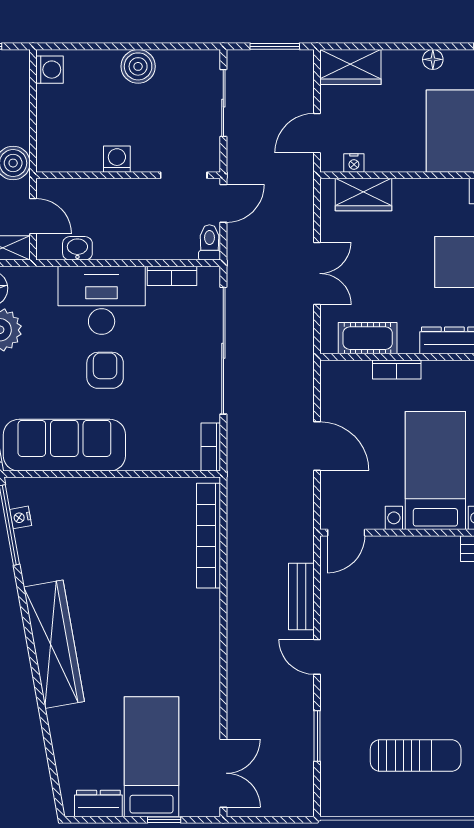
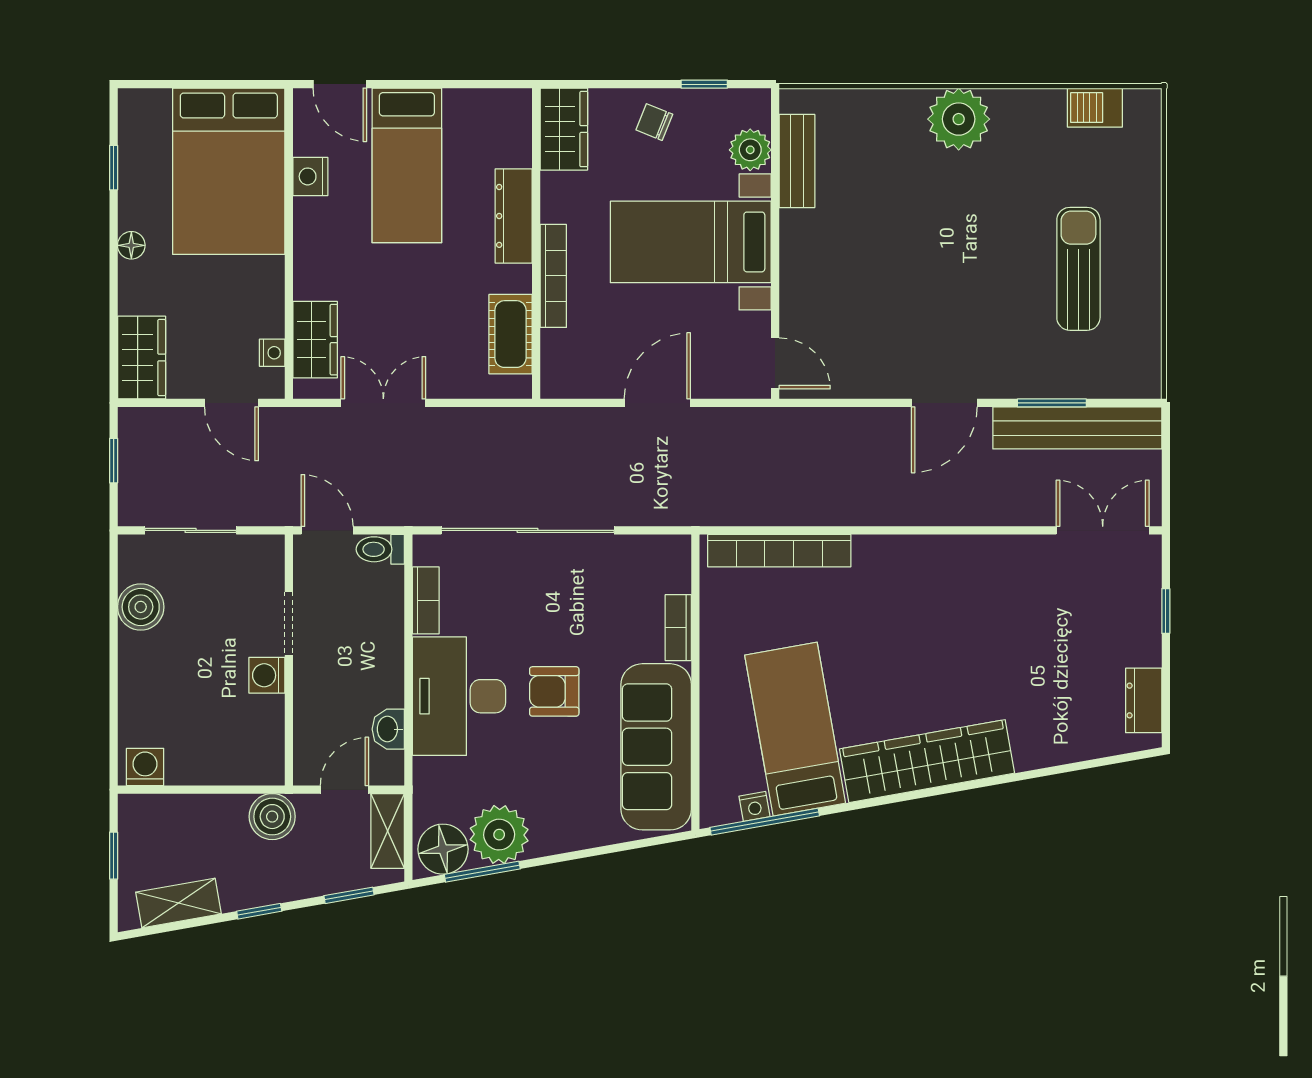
window: (275, 46) -> (114, 461), width x0.67
boiler: (138, 66) -> (141, 607), moved
doorway: (184, 175) -> (289, 624), moved
double door: (317, 273) -> (383, 403), moved
bookcase: (397, 370) -> (553, 276), width x1.56
bookcase: (211, 447) -> (678, 628), moved, turned 90
bench: (301, 597) -> (1077, 428), moved, width x1.86, depth x1.21
door: (317, 657) -> (944, 403), width x1.38
bed: (151, 757) -> (795, 729), moved, turned 80

